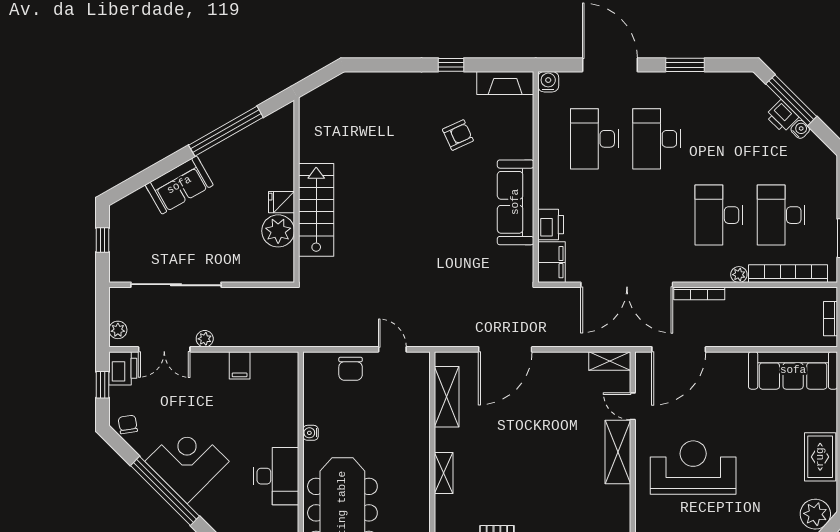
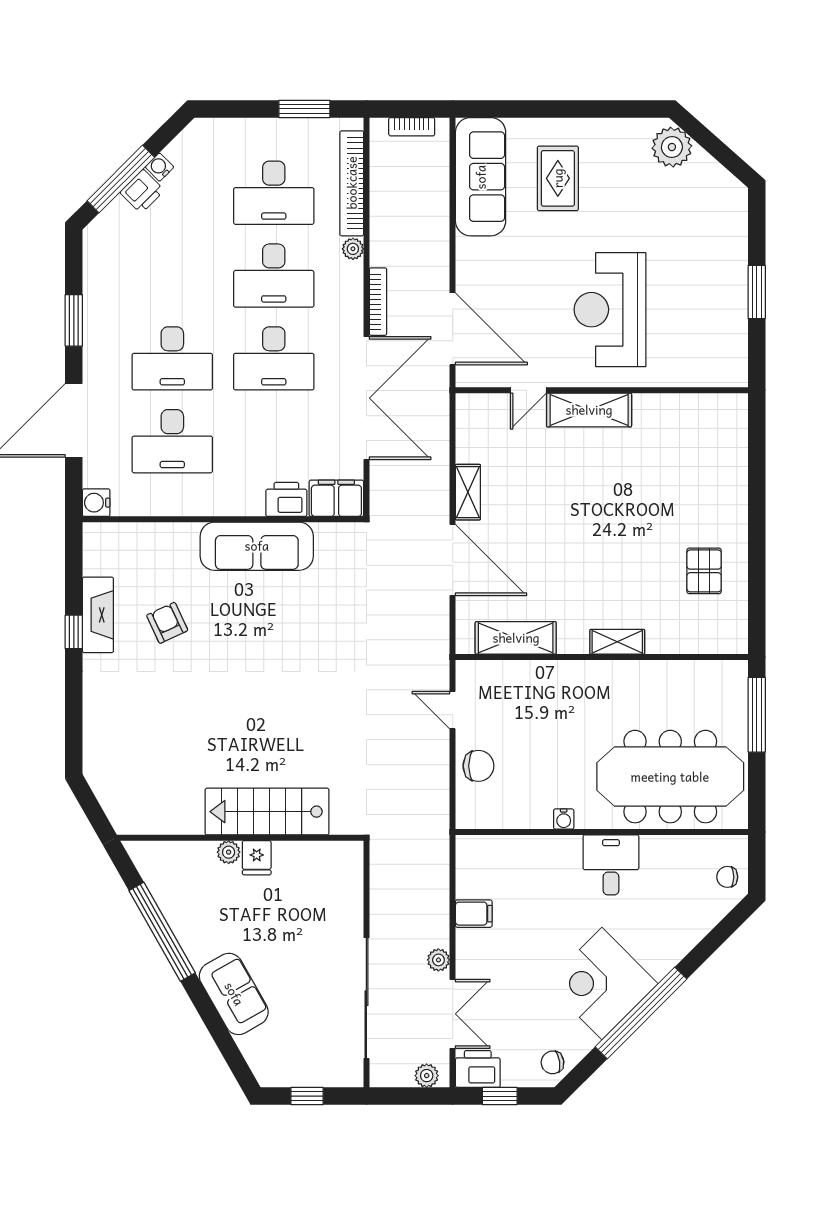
fireplace: (505, 83) -> (98, 615), moved
desk: (657, 215) -> (274, 358), added
plant: (278, 231) -> (229, 852), moved, width x0.53, depth x0.53
door: (392, 349) -> (453, 710), hinge flipped
shelving: (610, 361) -> (468, 492), moved
rug: (820, 457) -> (558, 178), moved, turned 90
desk: (276, 476) -> (611, 865), width x0.73

